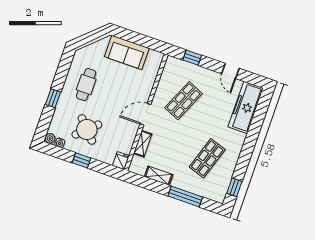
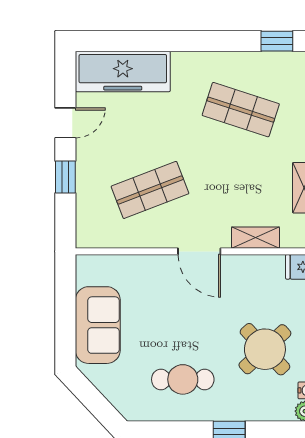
window: (192, 58) -> (65, 177), moved
shop shelf: (184, 101) -> (150, 190), turned -45

